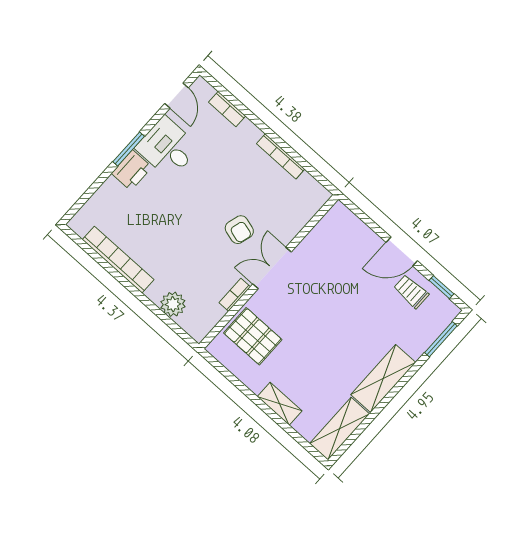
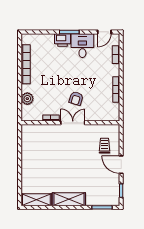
trolley: (411, 292) -> (104, 146), moved
pallet: (253, 336) -> (42, 138), removed
shelving: (280, 404) -> (26, 170), removed

